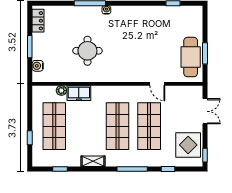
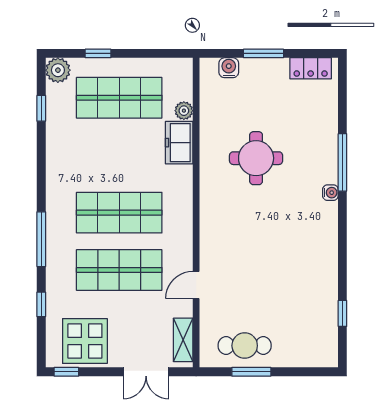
cafe table: (191, 57) -> (245, 346), width x0.73, depth x0.74
plant: (39, 160) -> (58, 70), added
shelving: (93, 161) -> (183, 340), moved

